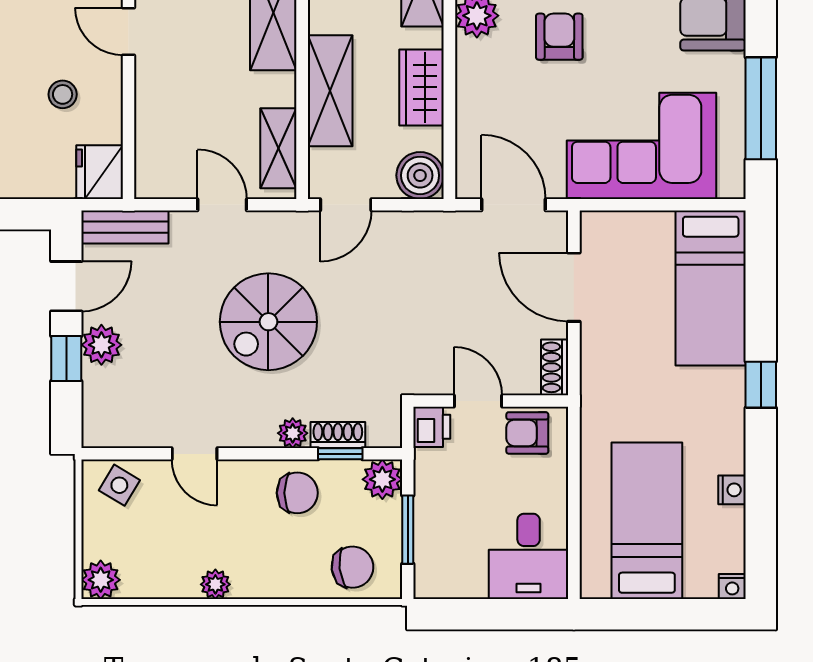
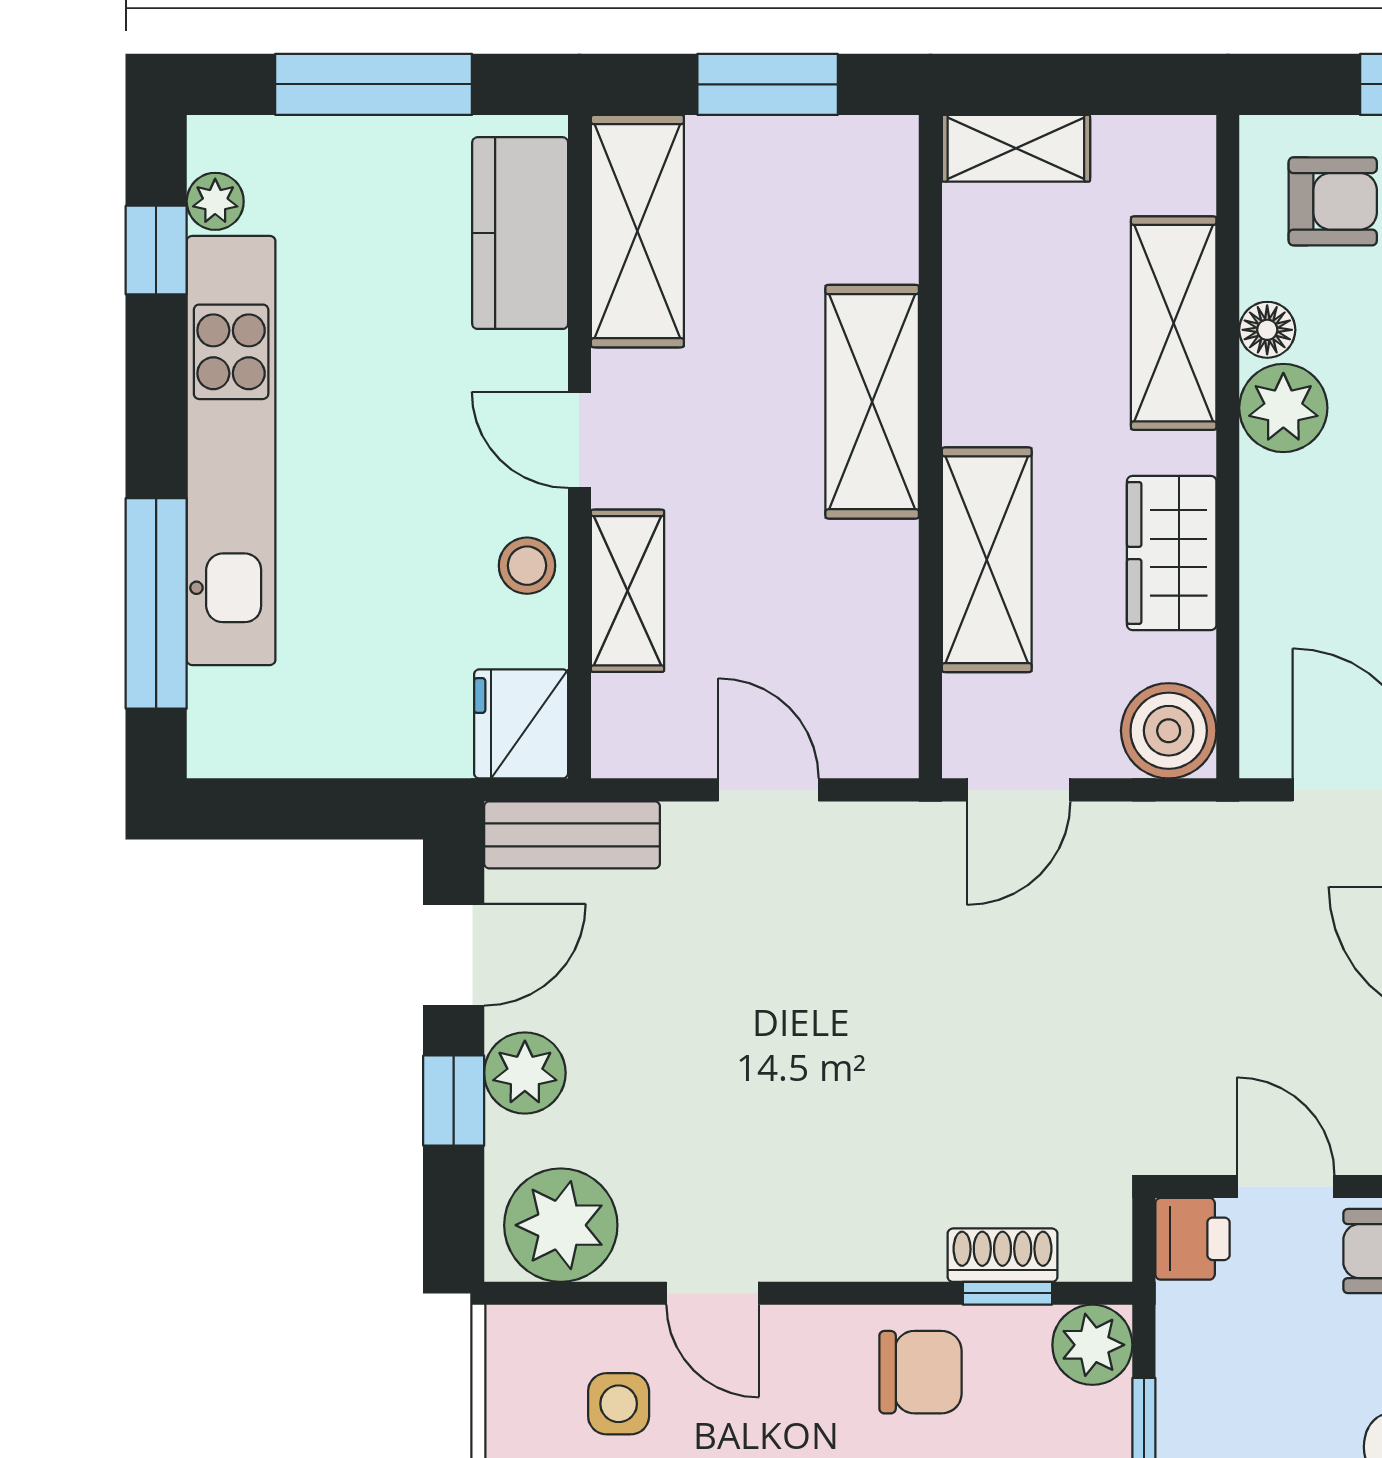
stool: (63, 94) -> (527, 566), moved
shelving: (278, 148) -> (627, 591), moved
spiral stairs: (268, 322) -> (862, 1026), removed
plant: (293, 433) -> (561, 1225), moved, width x1.87, depth x1.87
side table: (119, 485) -> (619, 1404), moved, turned -31

